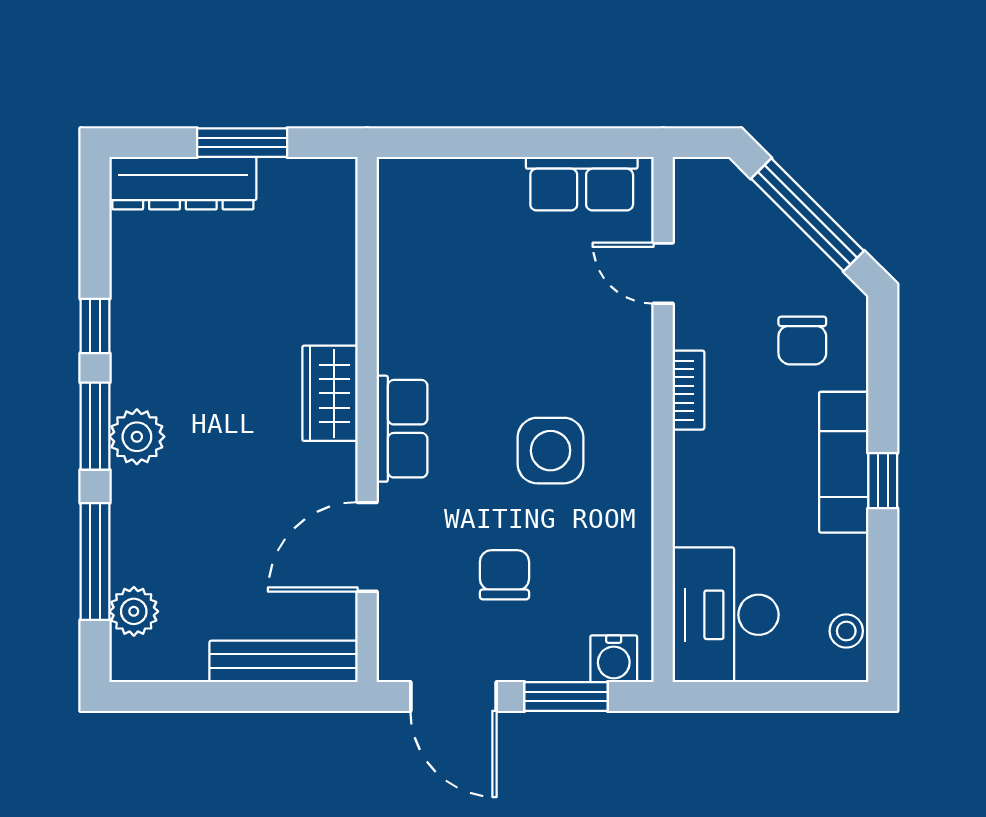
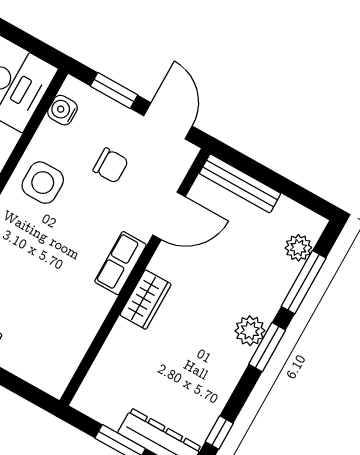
window: (95, 326) -> (219, 432), moved
side table: (551, 451) -> (43, 183), moved
chair: (504, 575) -> (111, 166), turned -90
water cooler: (614, 659) -> (62, 110), moved, turned -90

